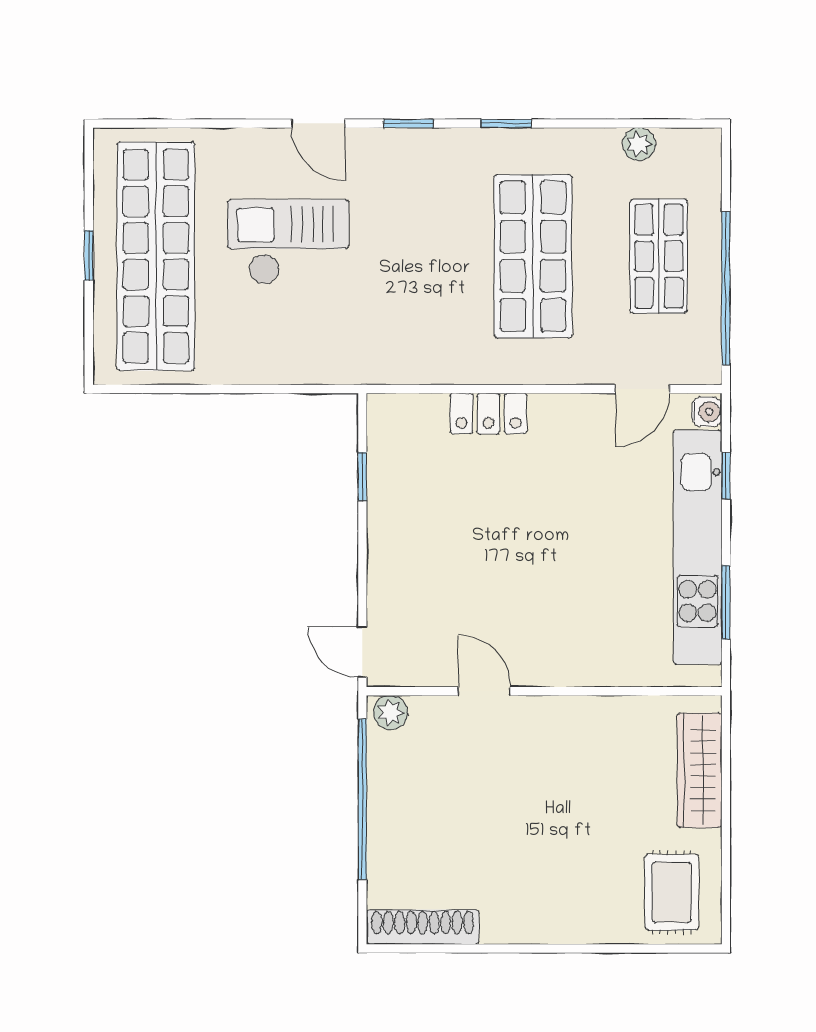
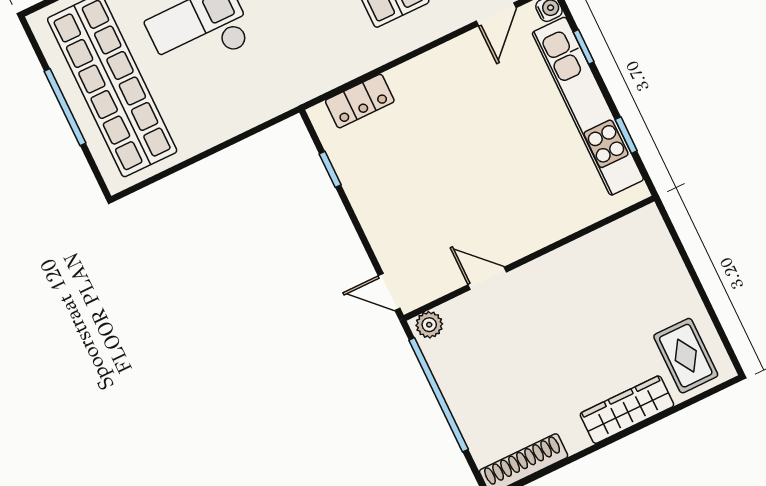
window: (89, 255) -> (65, 107), width x2.17
locker: (488, 414) -> (360, 101), moved
window: (726, 602) -> (626, 135), width x0.67
wardrobe: (700, 770) -> (627, 410), moved, turned 90

